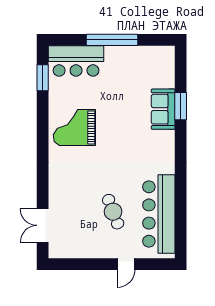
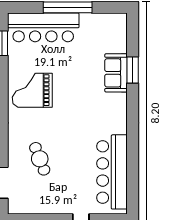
bar counter: (76, 61) -> (43, 27), width x1.36
cafe table: (113, 212) -> (40, 159), moved

